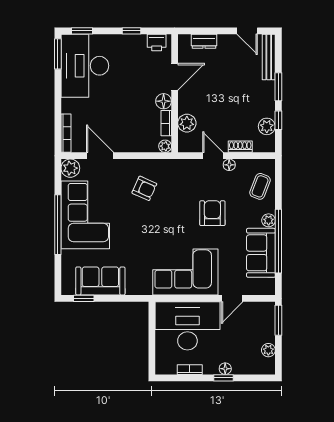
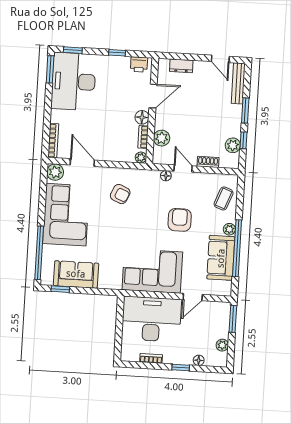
floor lamp: (229, 165) -> (166, 176), moved
window: (58, 225) -> (39, 253), moved
floor lamp: (225, 369) -> (199, 360), moved

